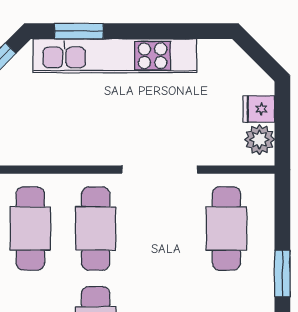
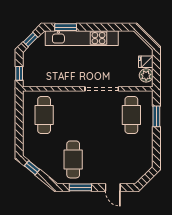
cafe table: (96, 228) -> (73, 115), removed
window: (282, 273) -> (156, 116), moved

